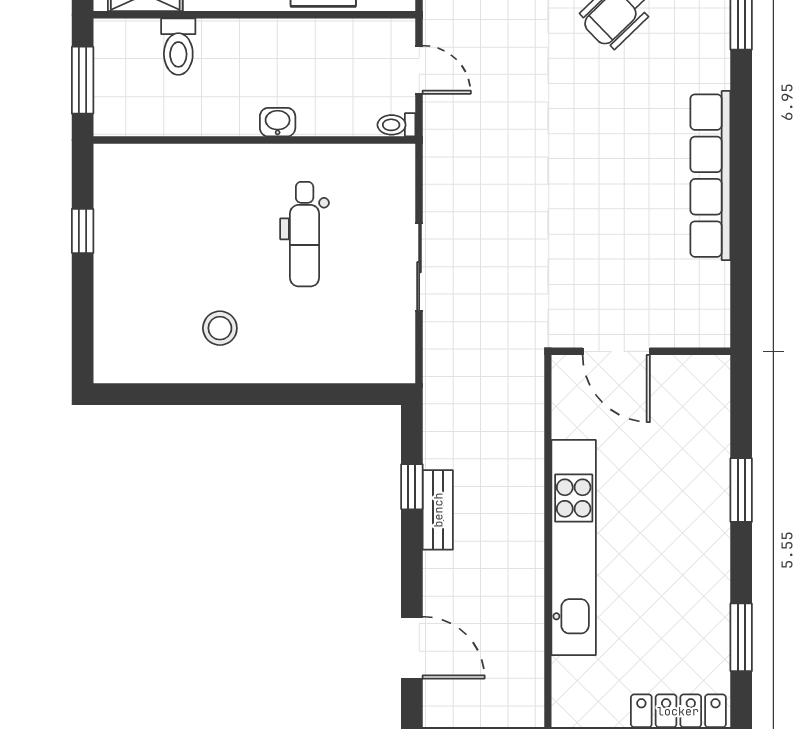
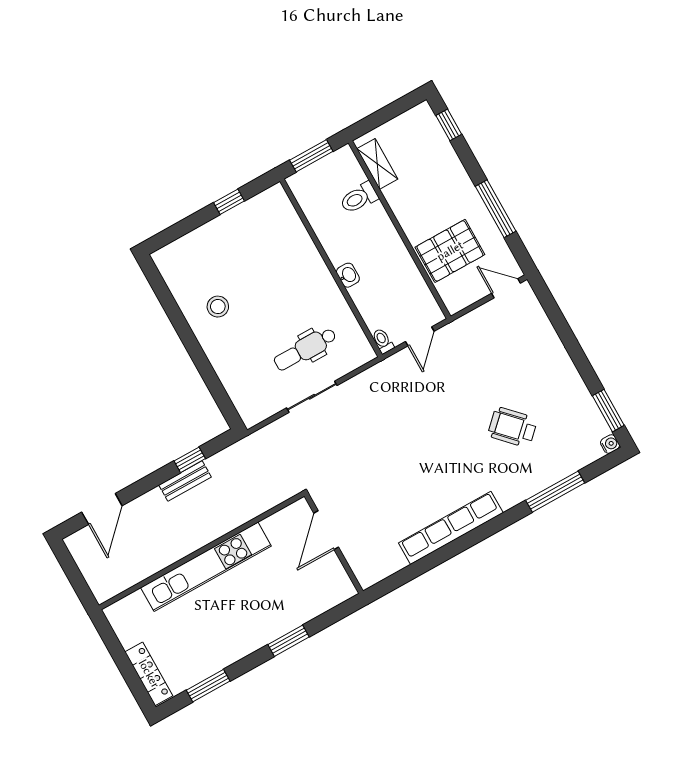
dental chair: (305, 234) -> (305, 349), moved

